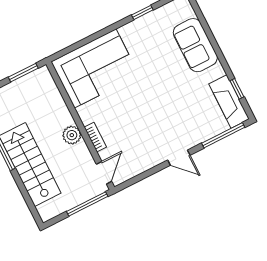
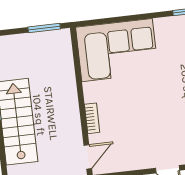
plant: (72, 135) -> (70, 108), removed

